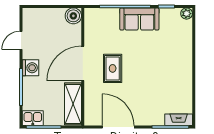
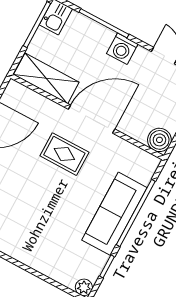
sofa: (139, 19) -> (114, 214), width x1.36
door: (83, 63) -> (92, 119), hinge flipped

